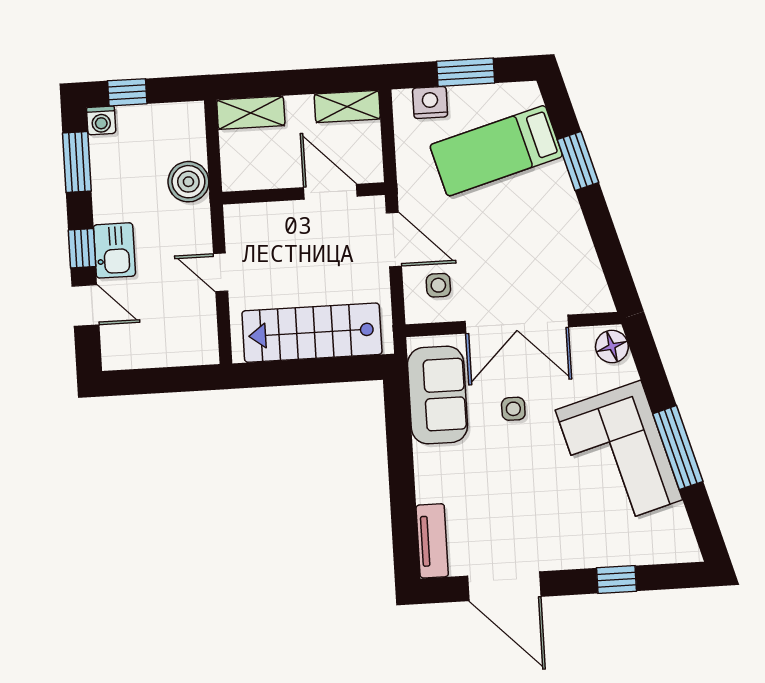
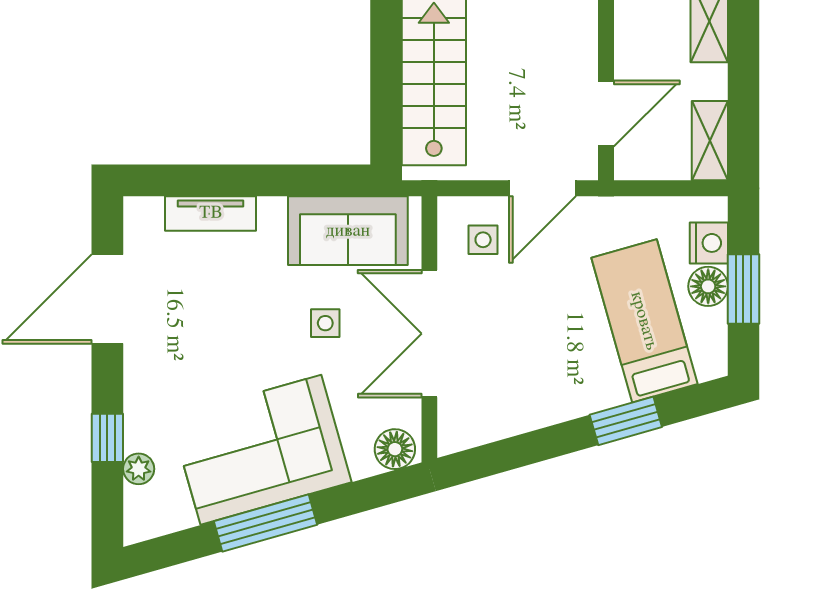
floor lamp: (465, 101) -> (708, 286), added
tv unit: (432, 541) -> (211, 213), moved
plant: (640, 553) -> (139, 469), added

